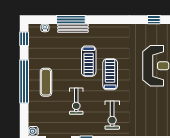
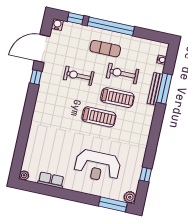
window: (24, 39) -> (75, 18), moved
treadmill: (89, 61) -> (117, 98), turned 180
exercise bike: (112, 115) -> (123, 74), moved

